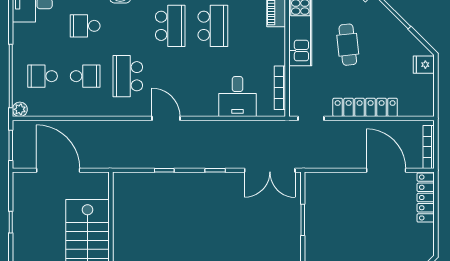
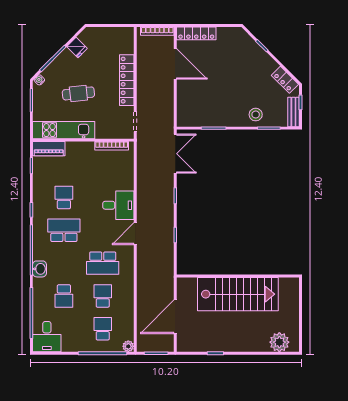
school desk: (213, 26) -> (64, 197), width x0.54
fridge: (424, 65) -> (77, 47), moved, turned -45
school desk: (43, 76) -> (103, 329), turned 180
desk: (238, 97) -> (118, 205), moved
door: (386, 170) -> (175, 64), swing flipped

